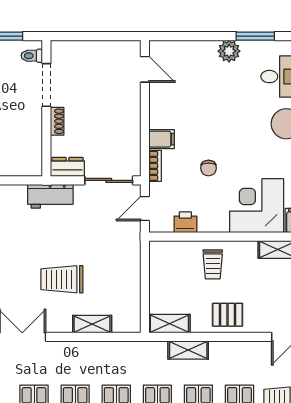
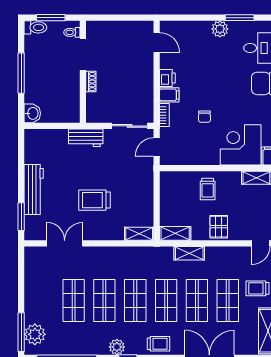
dresser: (67, 167) -> (99, 116), removed
printer: (185, 222) -> (167, 78), moved, turned 90
pallet: (228, 315) -> (219, 227), turned 90
shelving: (92, 324) -> (139, 234), moved

